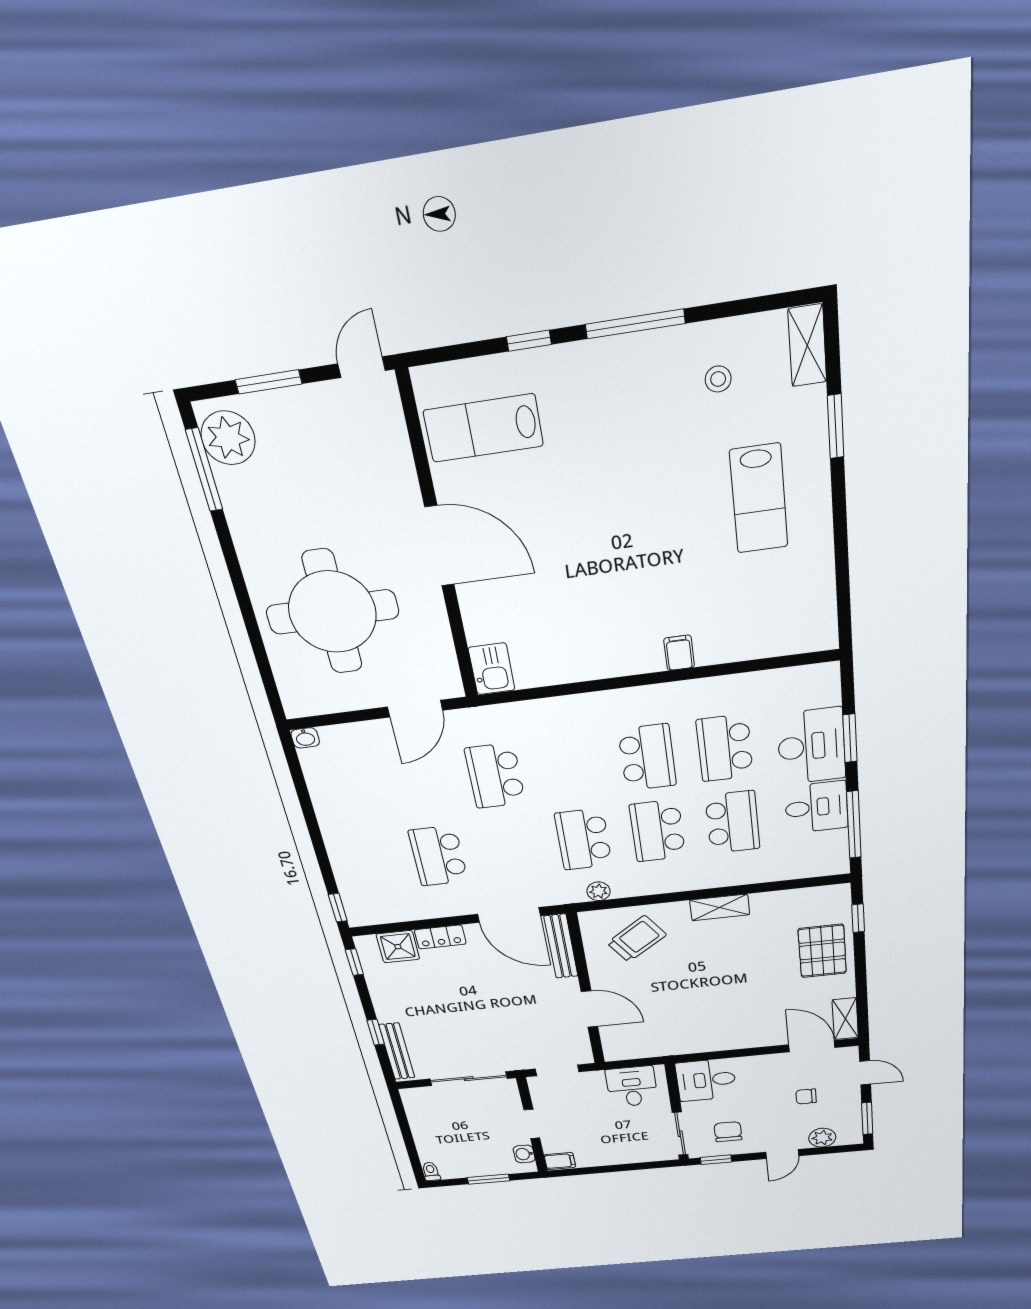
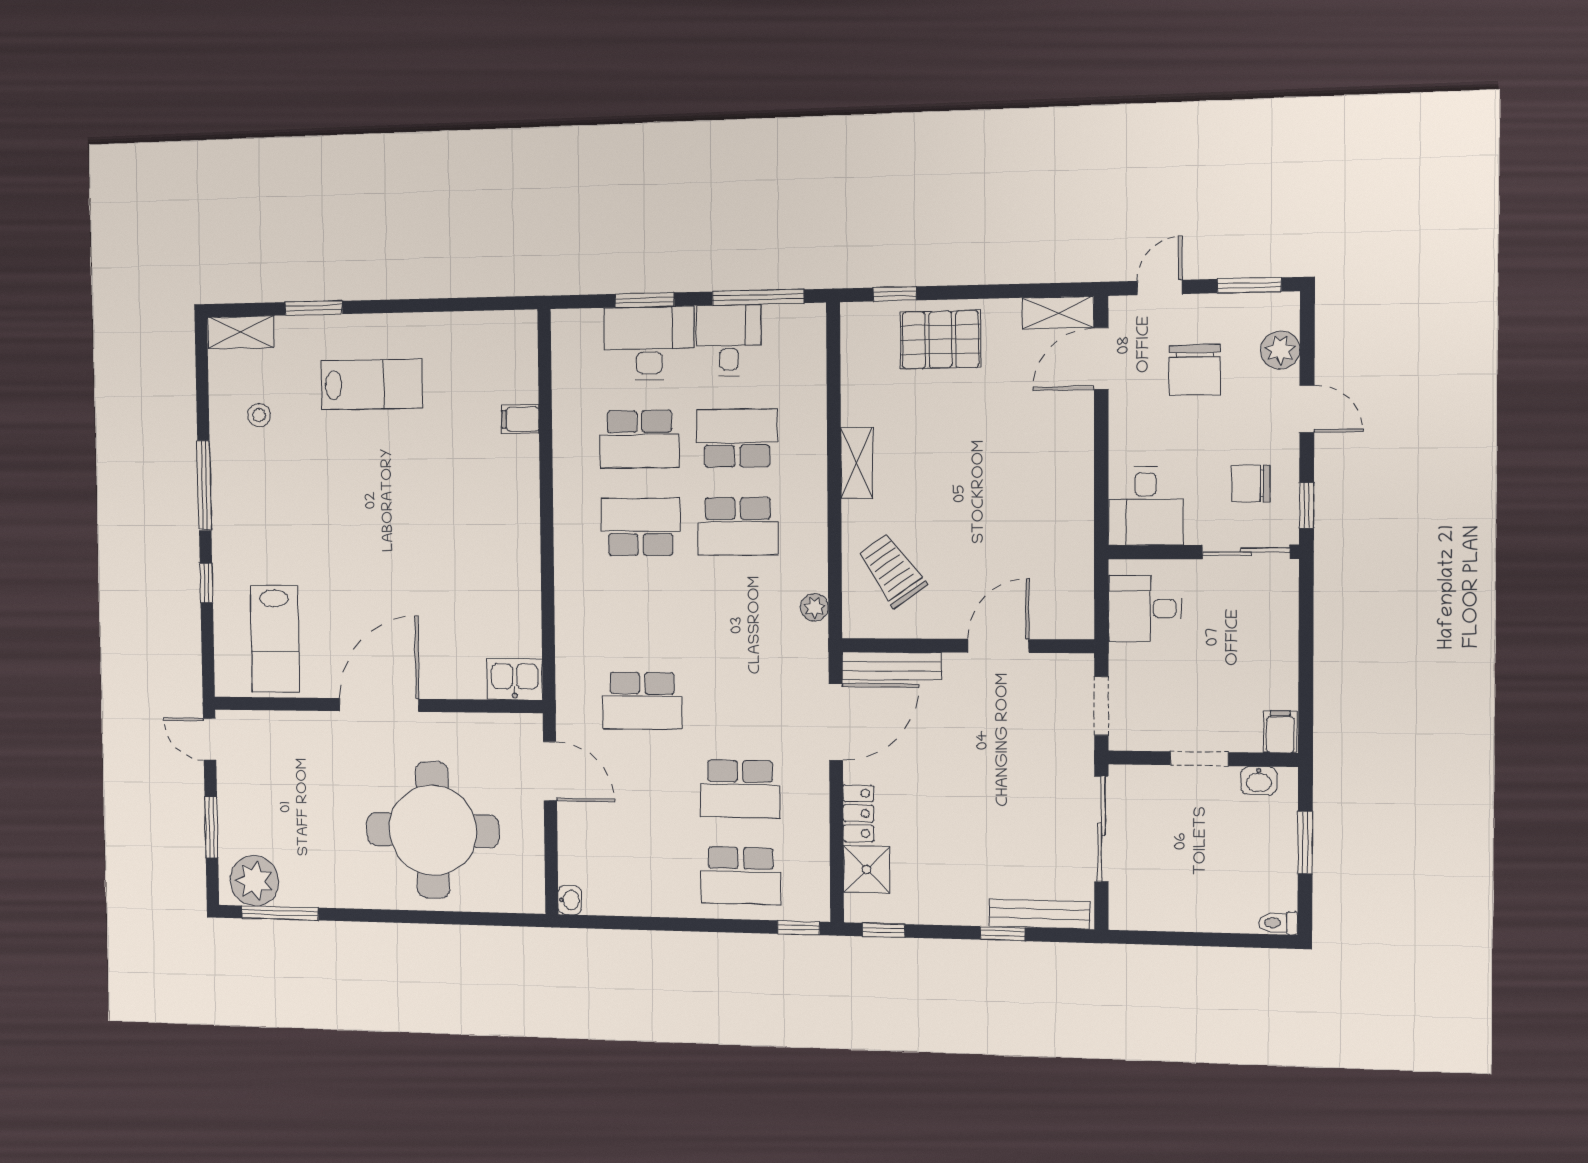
filing cabinet: (679, 653) -> (520, 419), moved
school desk: (583, 839) -> (741, 876), moved
chair: (806, 1096) -> (1195, 370), width x1.87, depth x1.87

